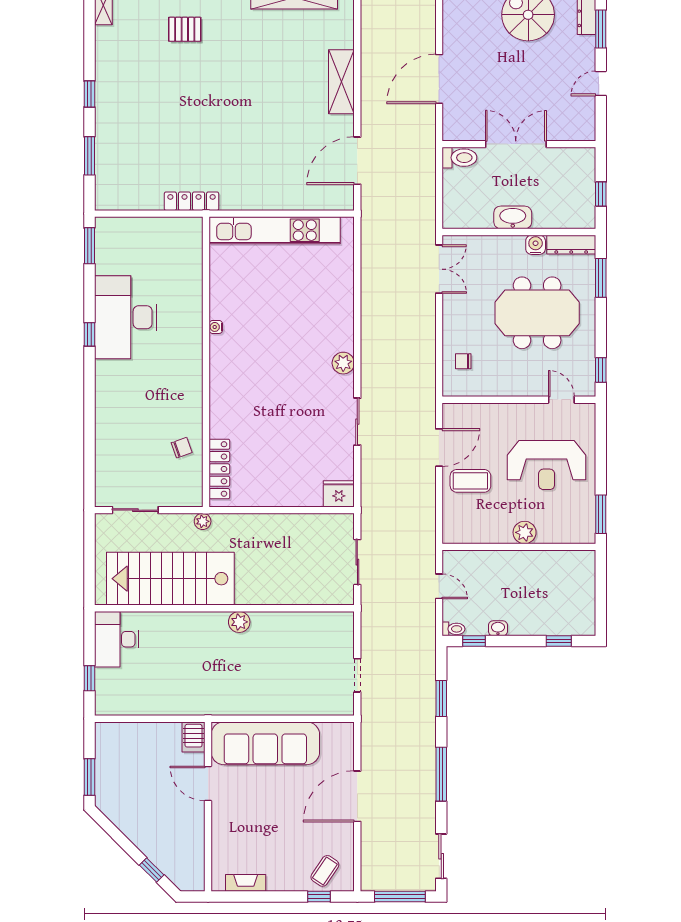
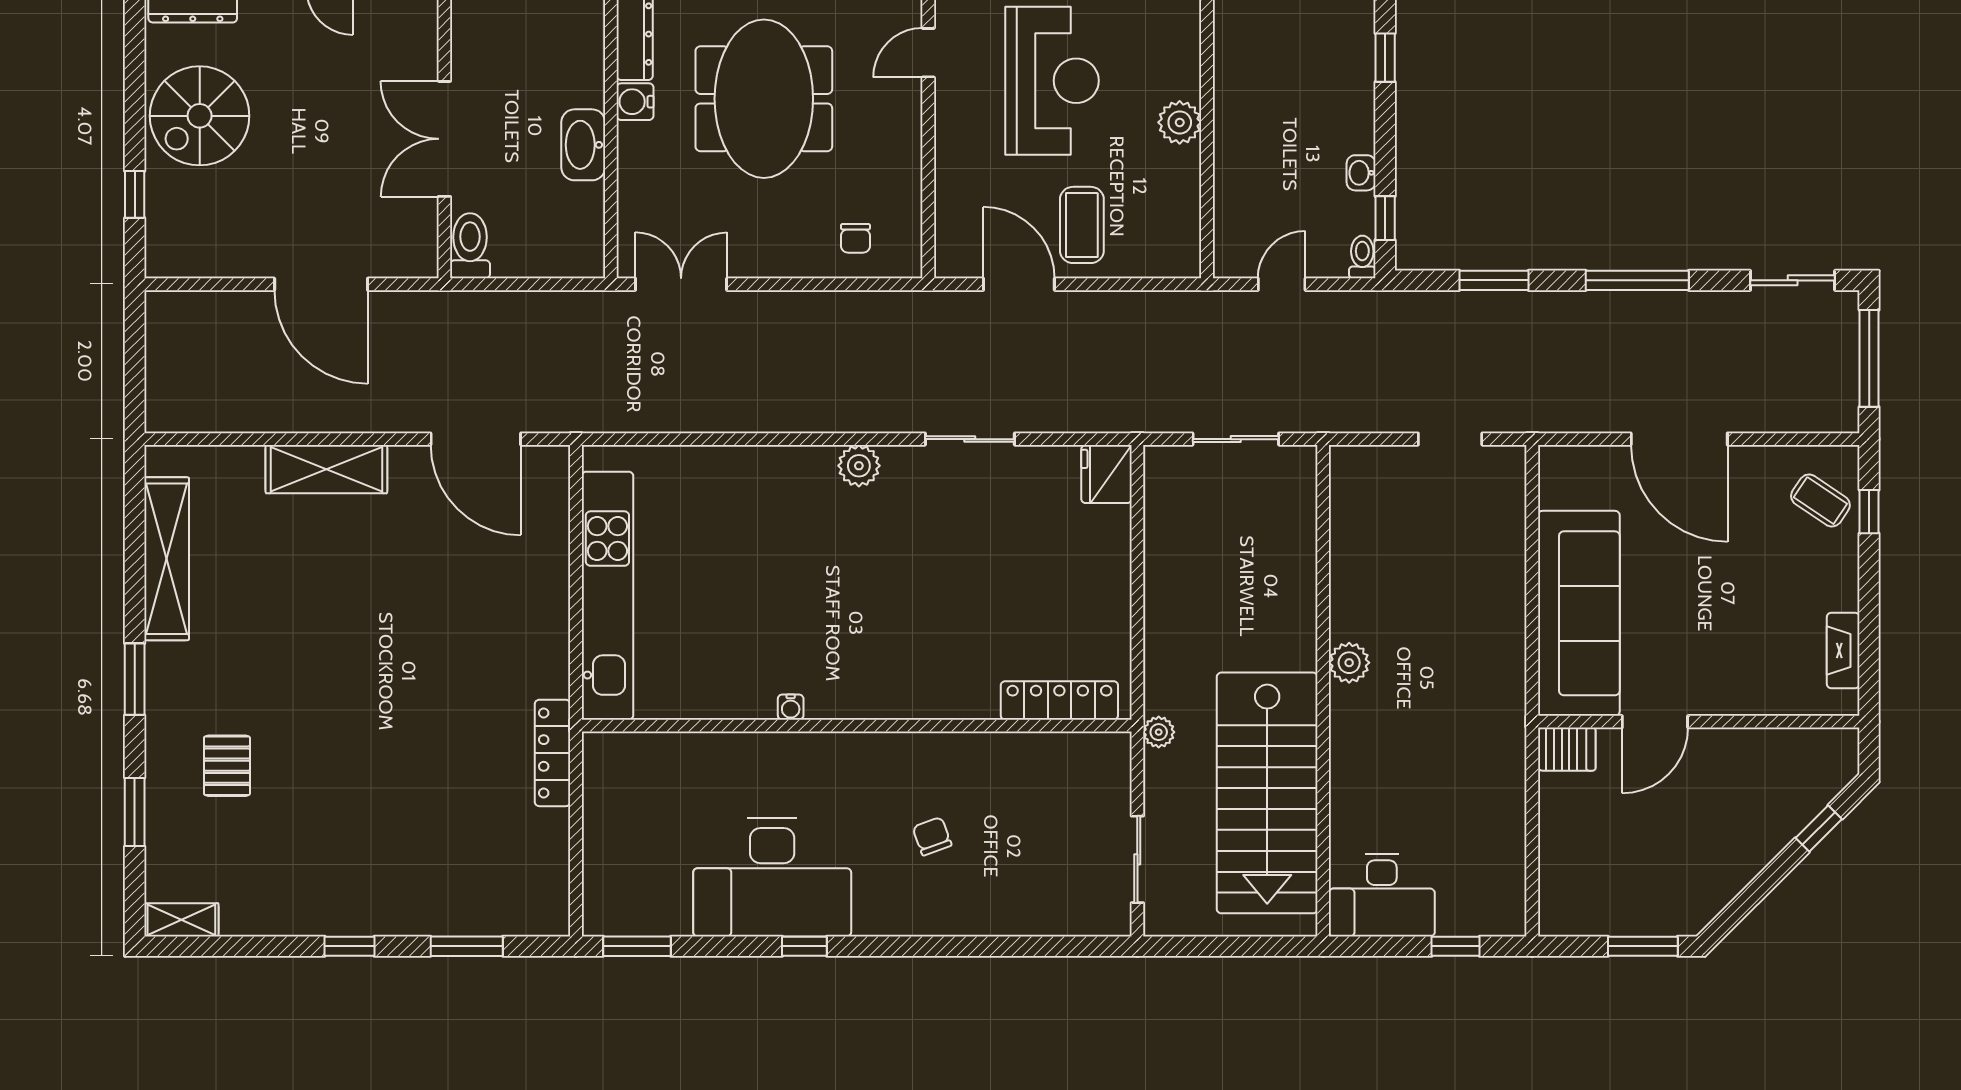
chair: (182, 448) -> (932, 836), moved

